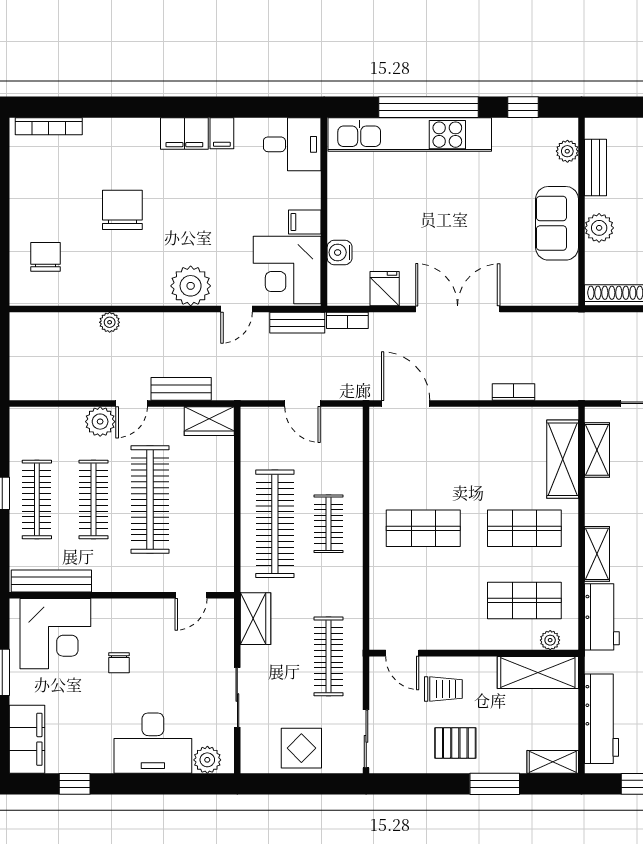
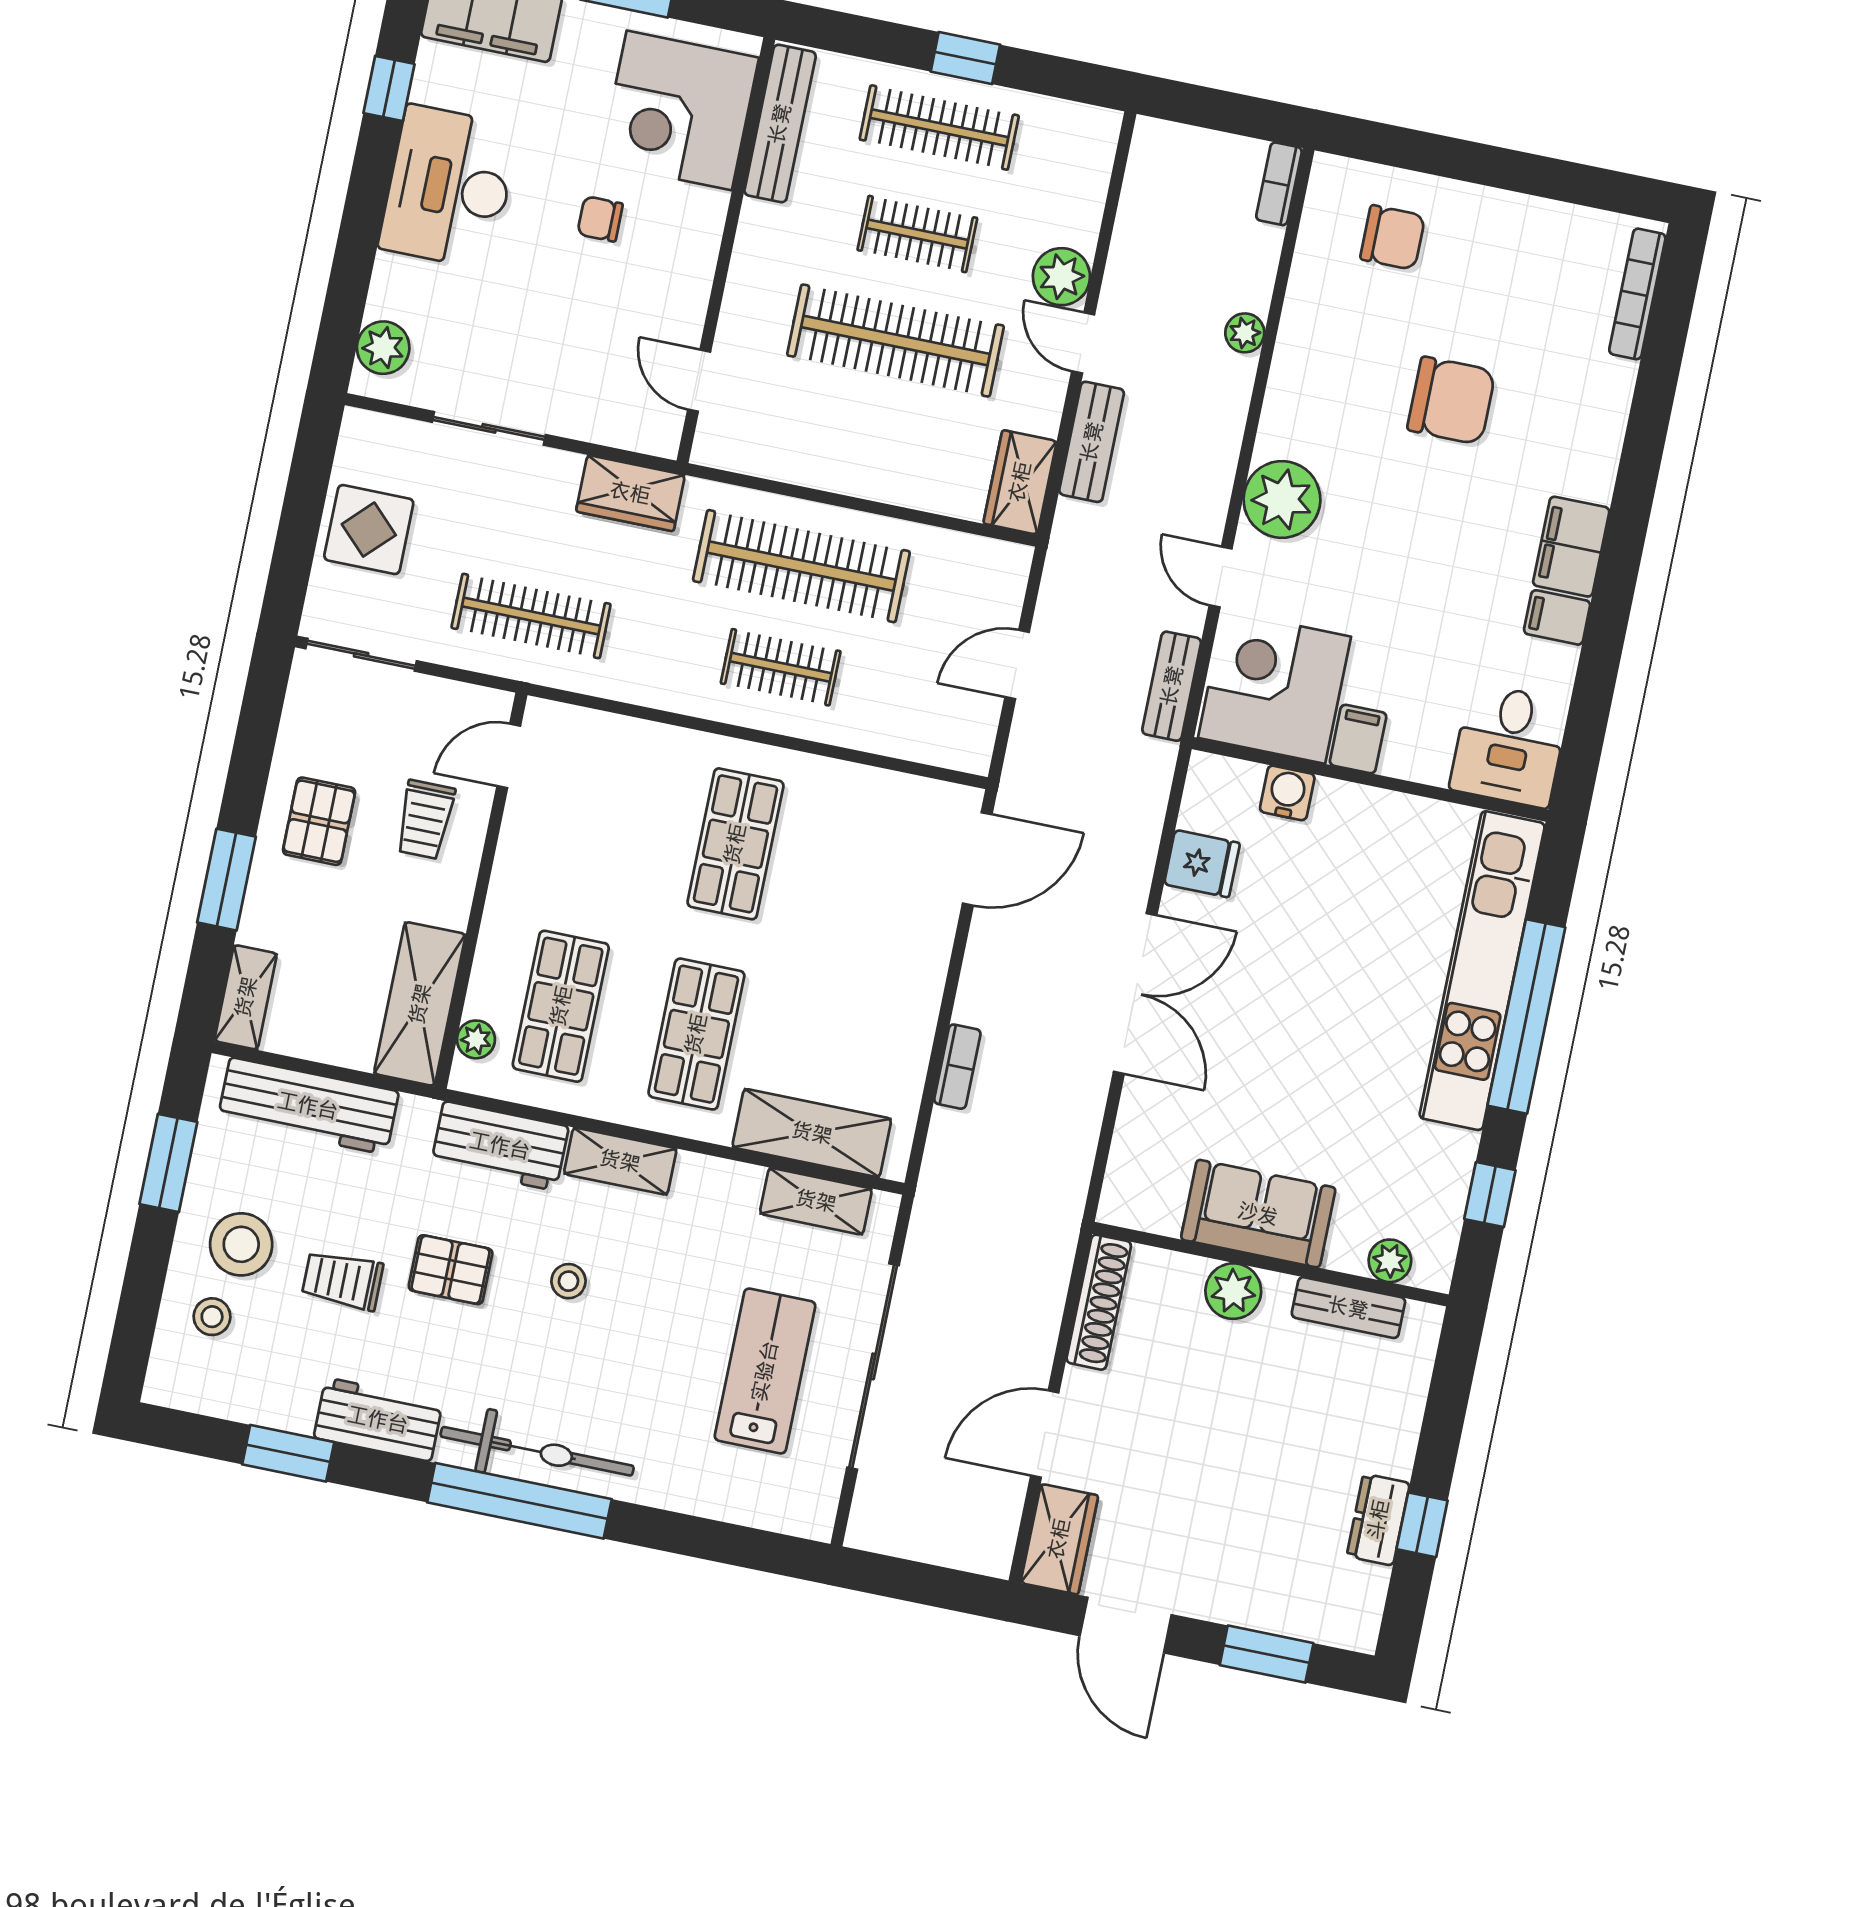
bookcase: (347, 320) -> (1279, 184), moved
clothes rail: (93, 499) -> (917, 234), width x0.73
desk: (153, 743) -> (449, 187), moved

